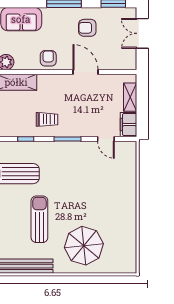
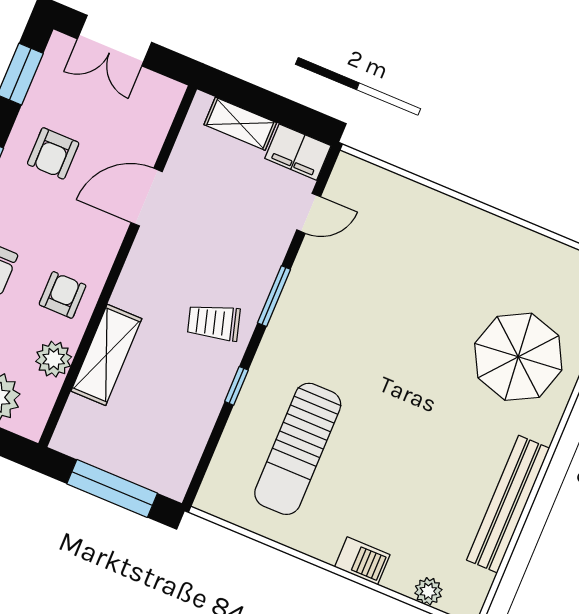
armchair: (48, 58) -> (63, 295), moved, turned 90
trolley: (47, 119) -> (214, 322), turned -106
sun lounger: (39, 219) -> (421, 428), removed

